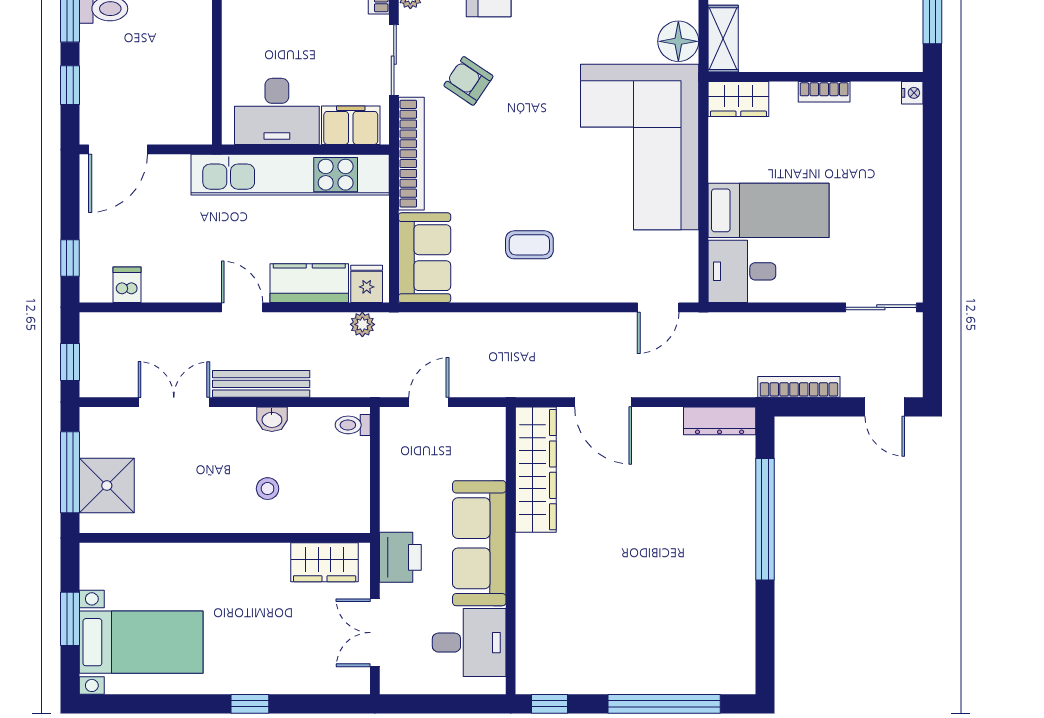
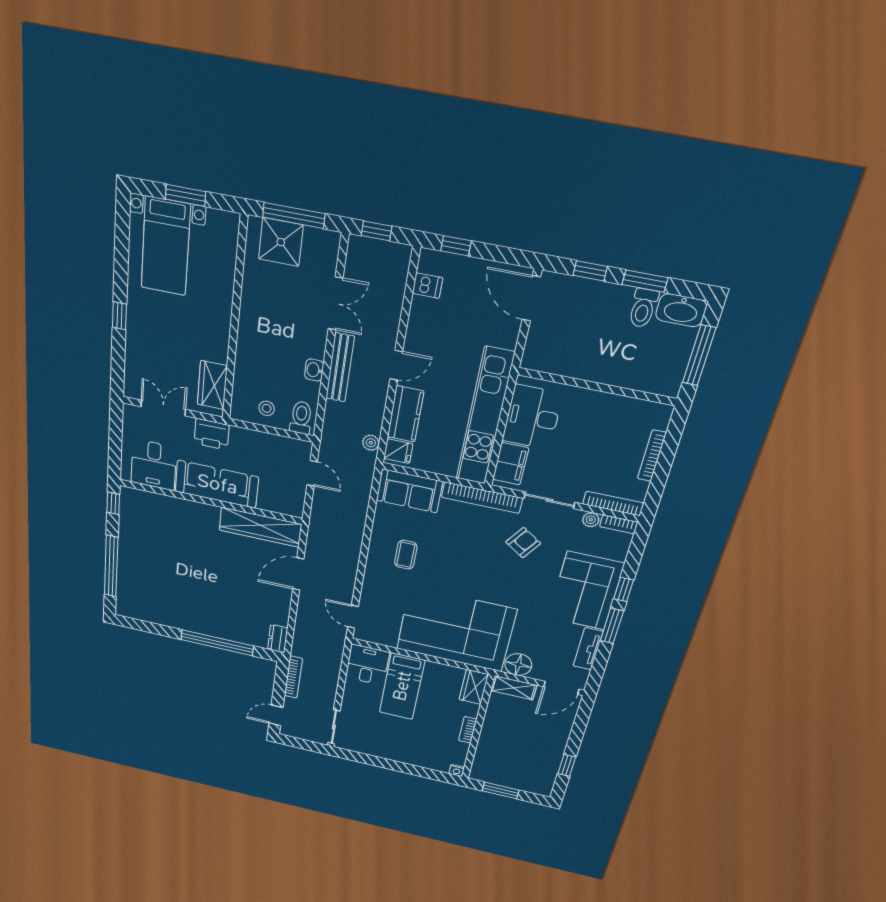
dresser: (720, 421) -> (278, 639), width x0.70
toilet: (353, 425) -> (301, 418), width x1.37, depth x1.39
stool: (268, 489) -> (267, 408), moved

